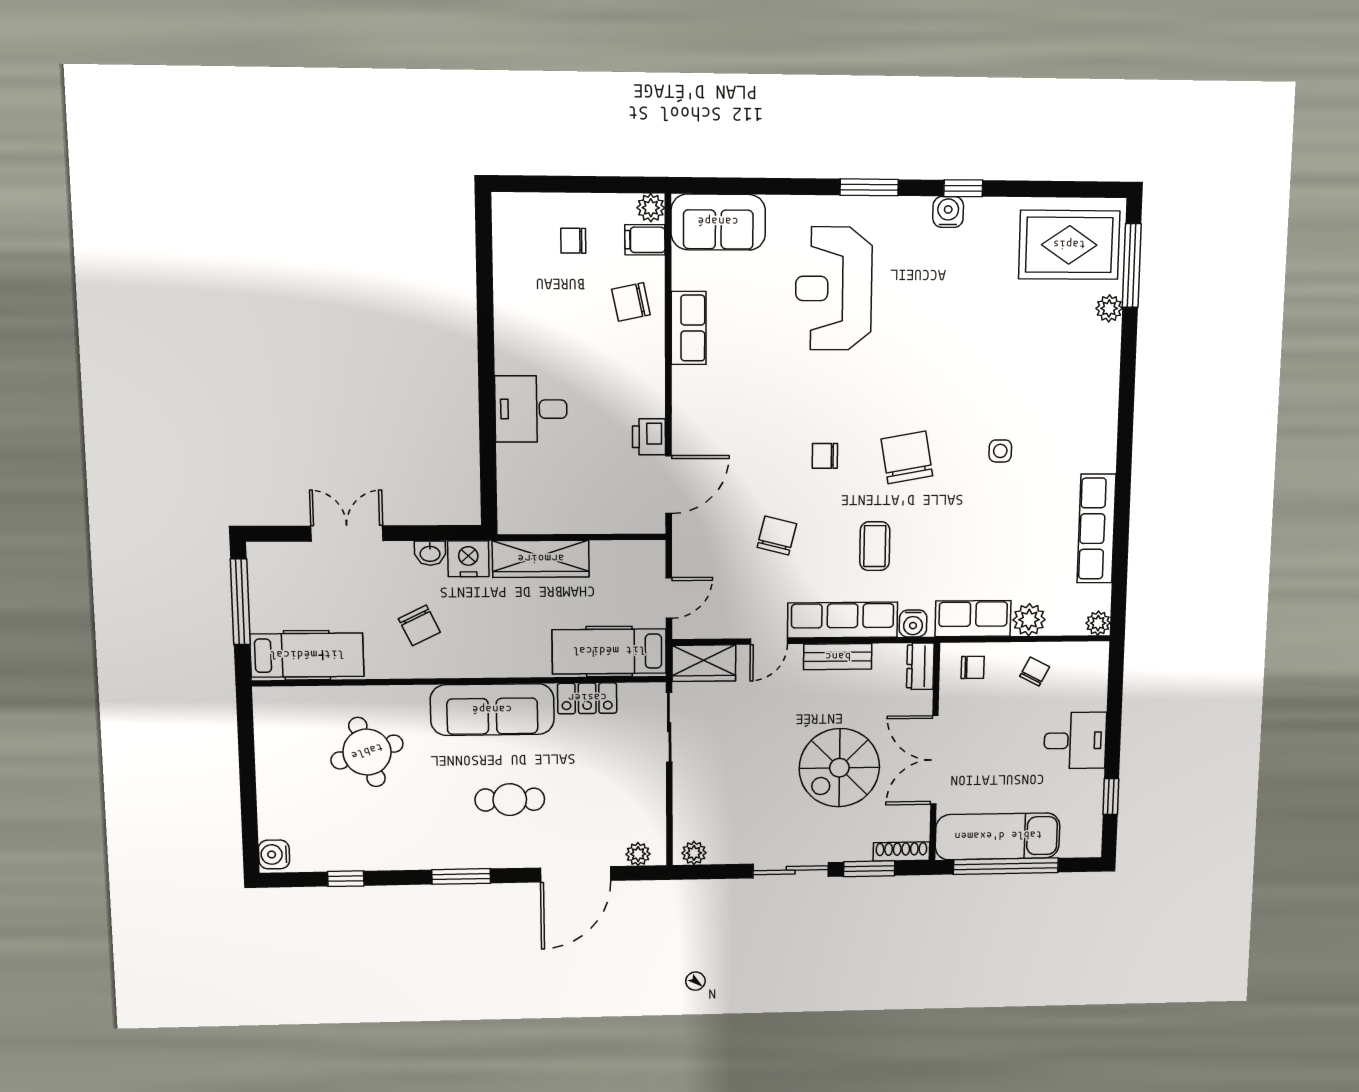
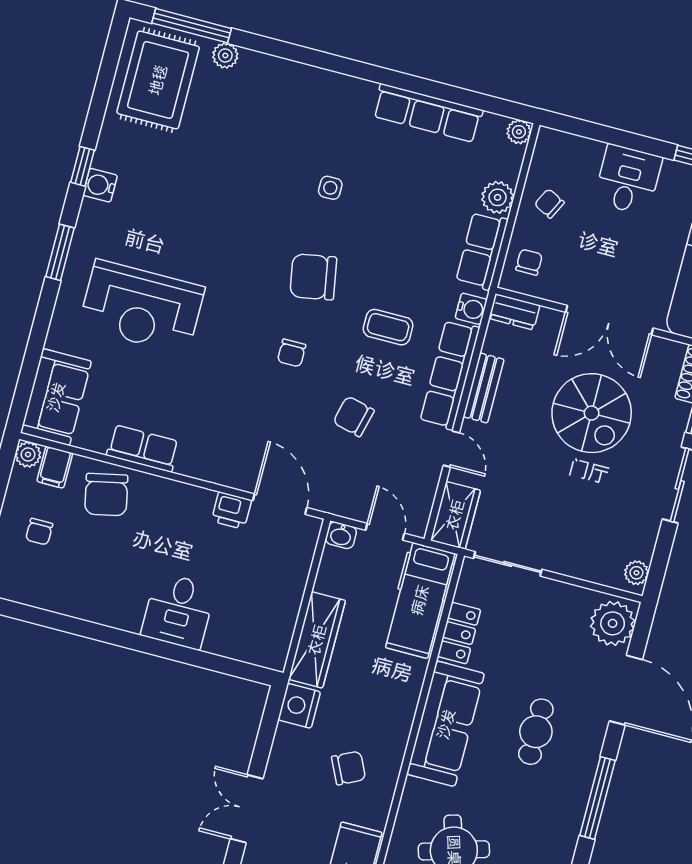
chair: (631, 302) -> (106, 495), width x1.37, depth x1.37
washbasin: (430, 553) -> (341, 535), moved, turned 90
plant: (638, 854) -> (613, 623), width x1.87, depth x1.87
window: (461, 876) -> (598, 798), width x1.44

